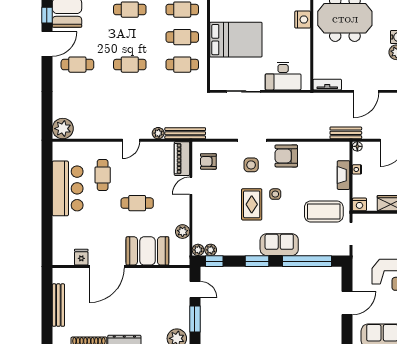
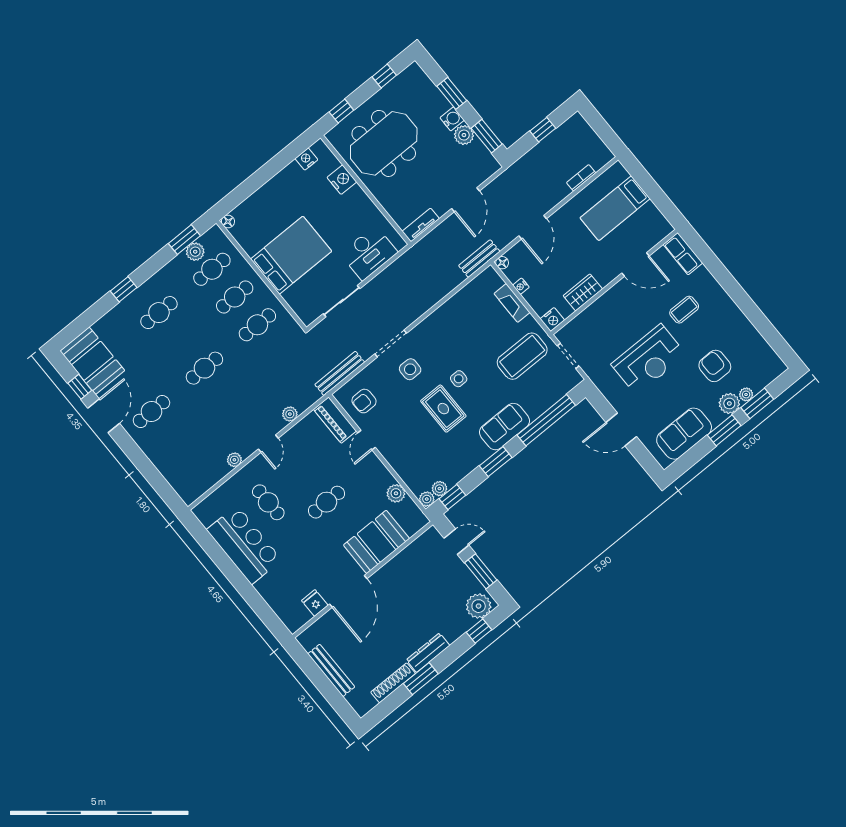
plant: (63, 129) -> (234, 460), moved, width x0.53, depth x0.53
bench: (185, 133) -> (340, 373), moved
armchair: (286, 156) -> (438, 331), removed
door: (347, 303) -> (621, 429), swing flipped

